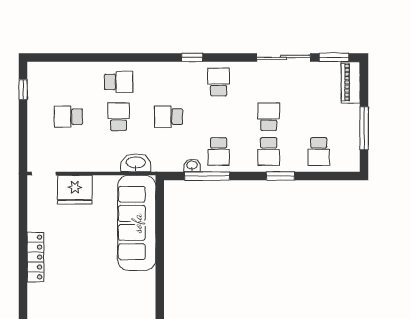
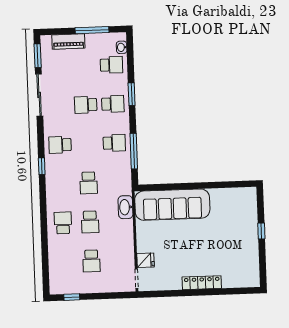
piano: (351, 82) -> (68, 41), moved
school desk: (119, 117) -> (90, 222), turned -90
washbasin: (192, 165) -> (122, 47), moved
fridge: (75, 190) -> (146, 260), width x0.53, depth x0.75

